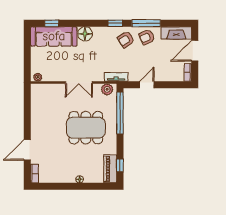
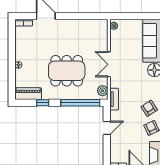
door: (147, 85) -> (107, 128), hinge flipped
dining table: (86, 128) -> (67, 71), turned 90
window: (120, 165) -> (43, 103), moved

